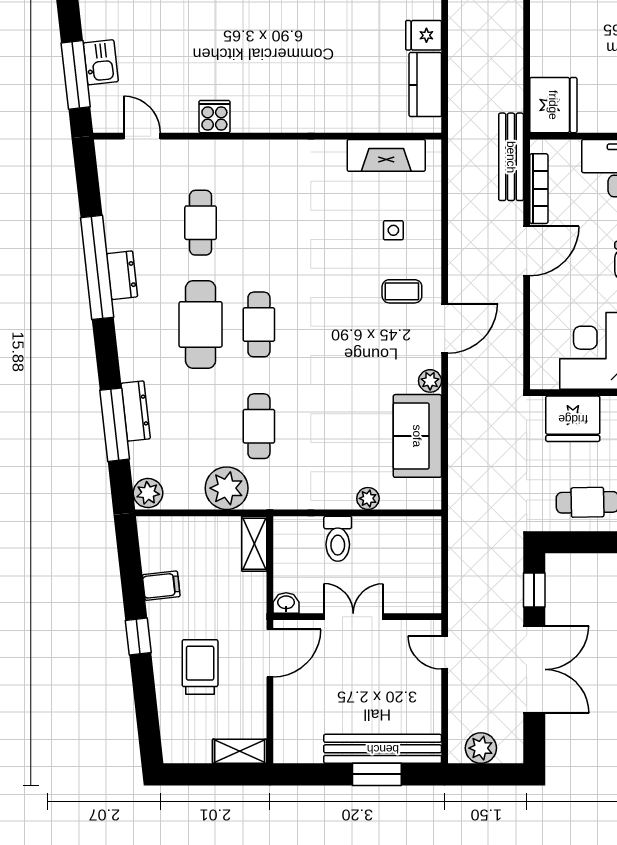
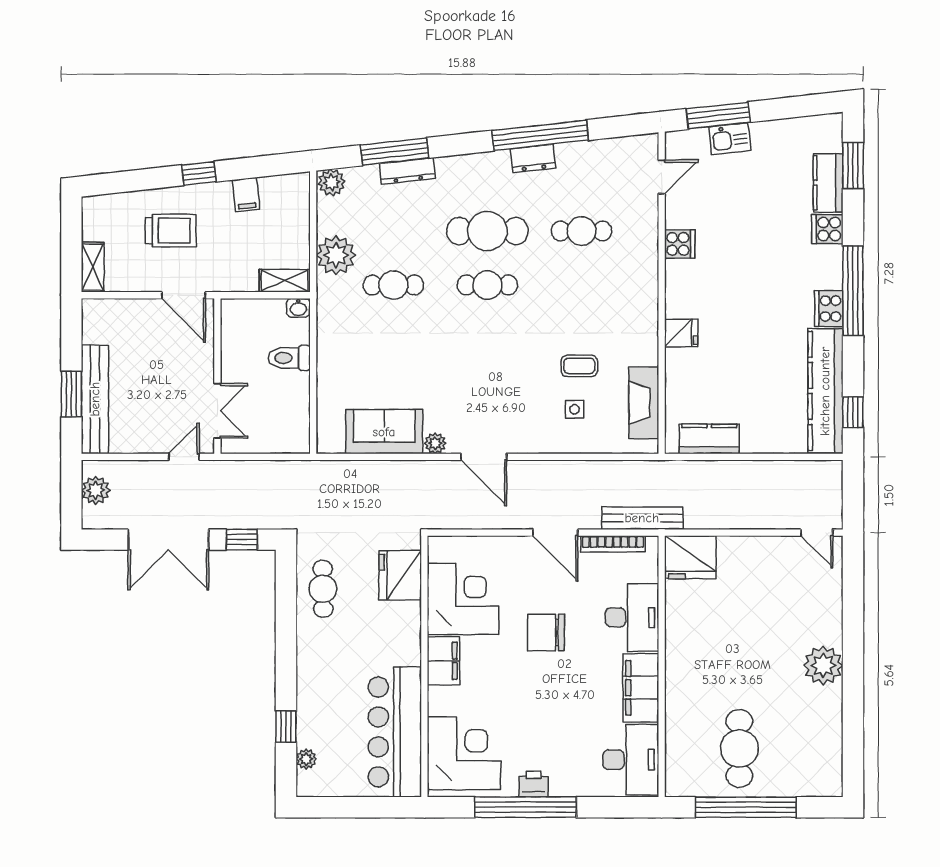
fridge: (424, 35) -> (681, 333), moved, turned 90
coffee table: (402, 291) -> (579, 366), moved, turned 90
plant: (368, 498) -> (326, 386), removed
washbasin: (286, 603) -> (298, 308), moved, turned 90
double door: (353, 617) -> (217, 411), moved

